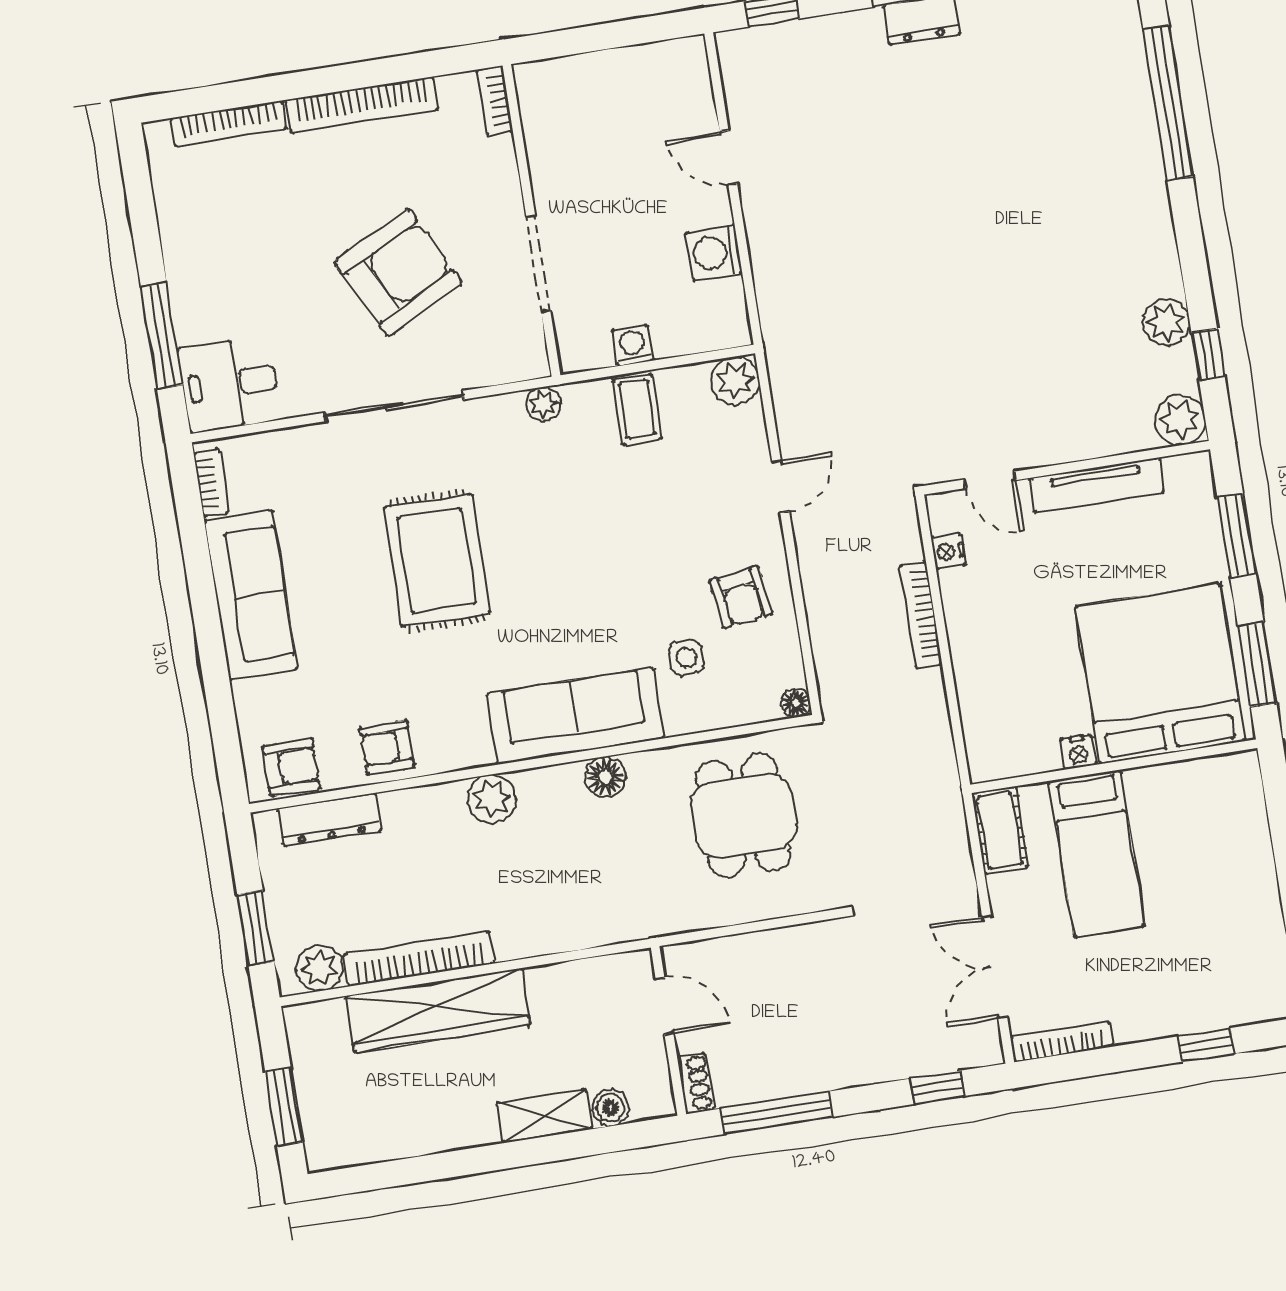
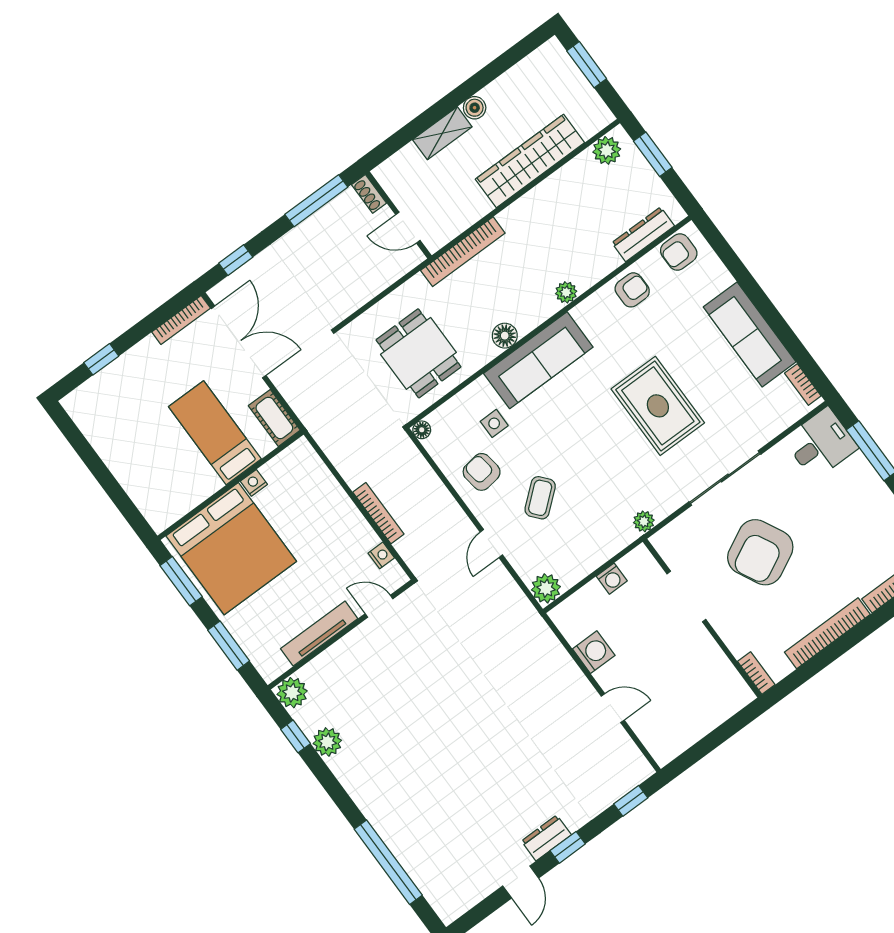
coffee table: (637, 409) -> (540, 498), moved, turned 50
plant: (492, 799) -> (566, 292), width x0.73, depth x0.73
bookcase: (419, 959) -> (463, 252), moved
double door: (995, 967) -> (239, 342), width x1.37
boiler: (611, 1108) -> (475, 108), moved

